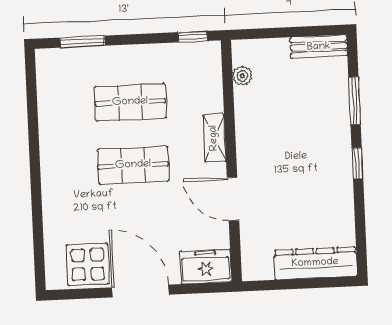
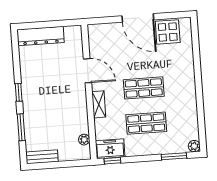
plant: (46, 59) -> (194, 146), added
freezer: (206, 266) -> (110, 149), moved, turned 180

